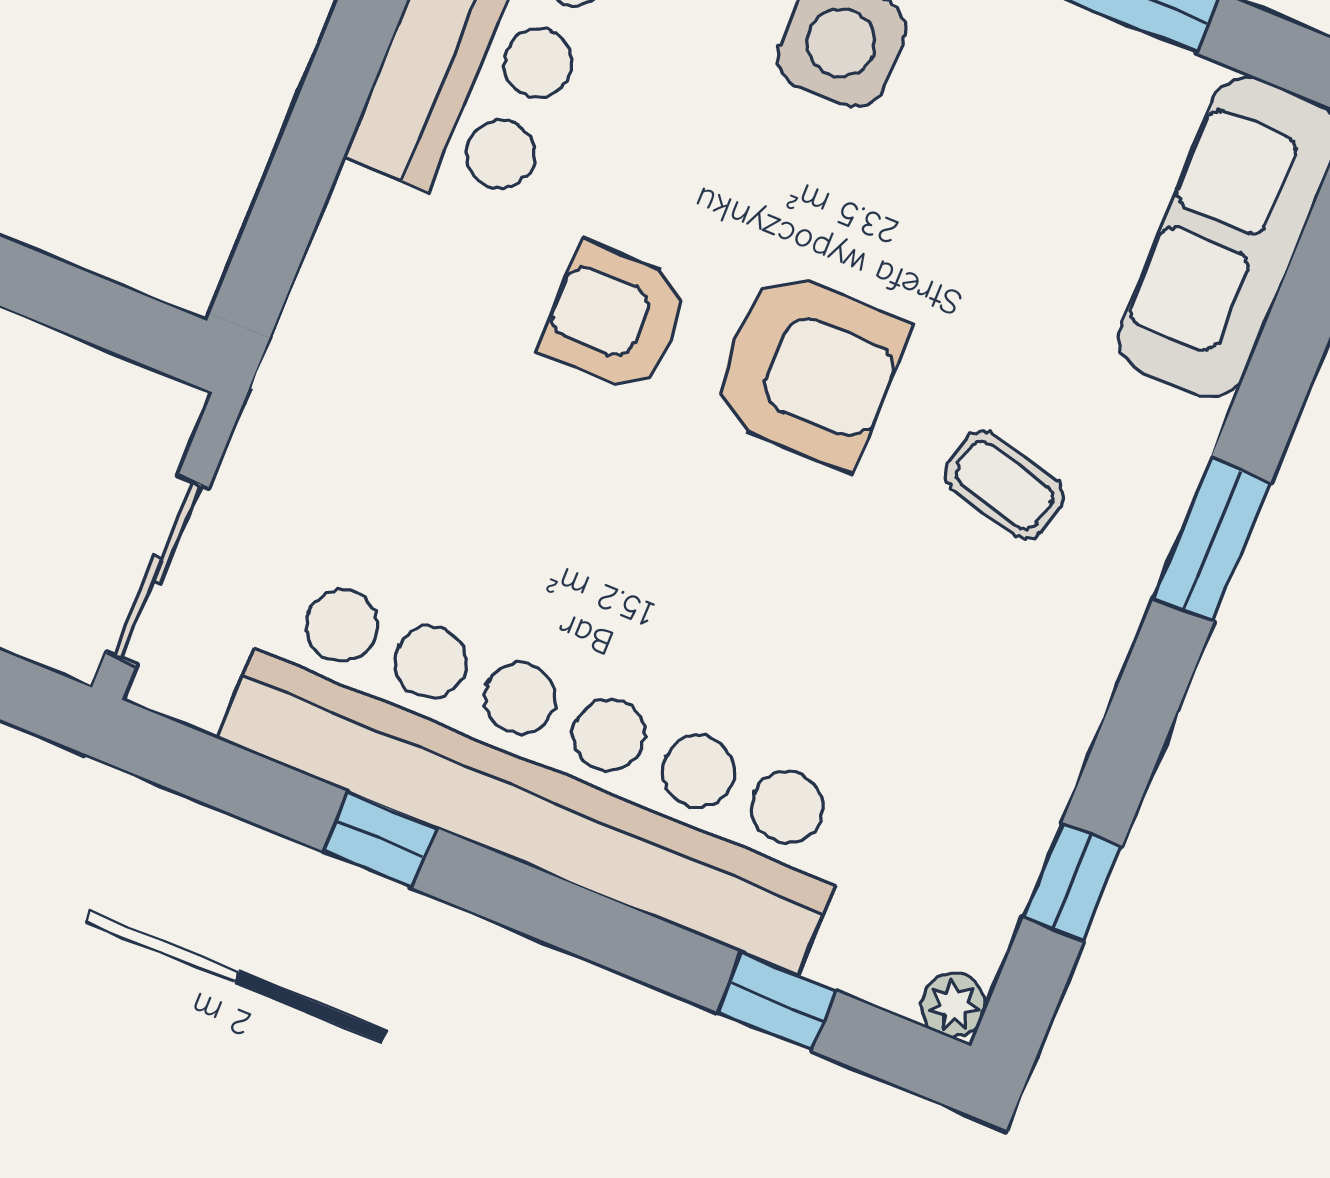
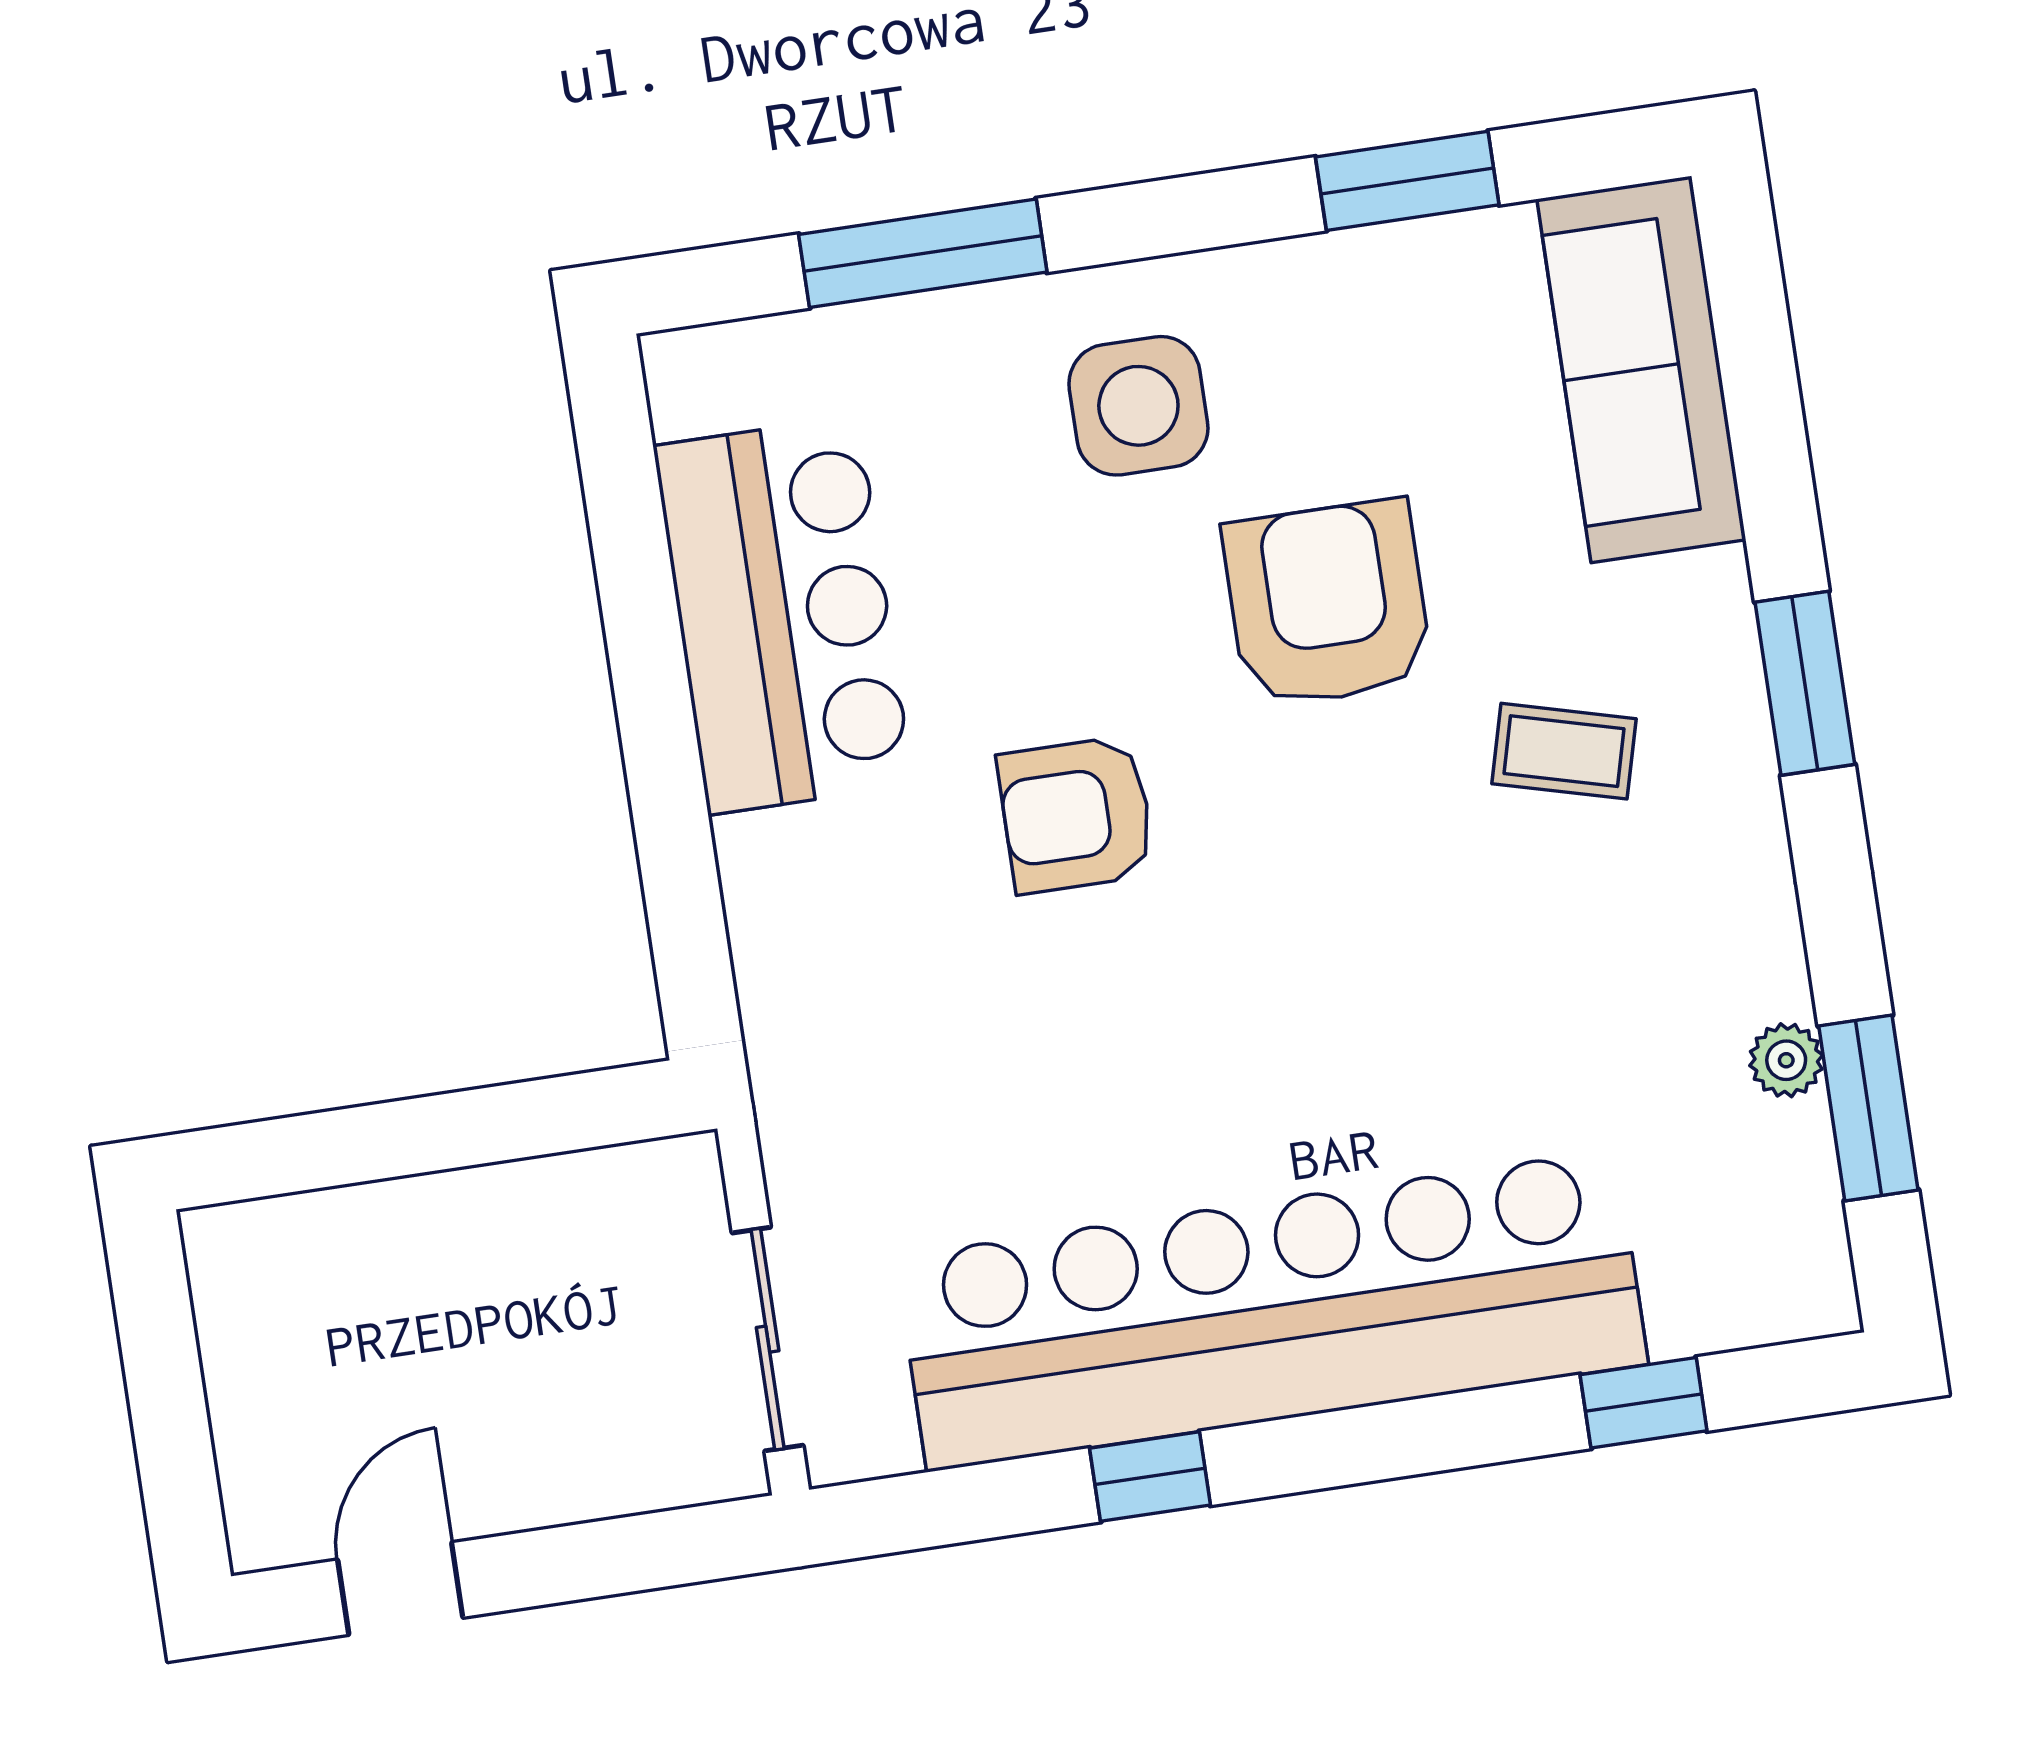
armchair: (808, 369) -> (1327, 604), moved, turned -90
window: (1072, 882) -> (1868, 1108), width x1.50
plant: (954, 1005) -> (1786, 1060), moved

